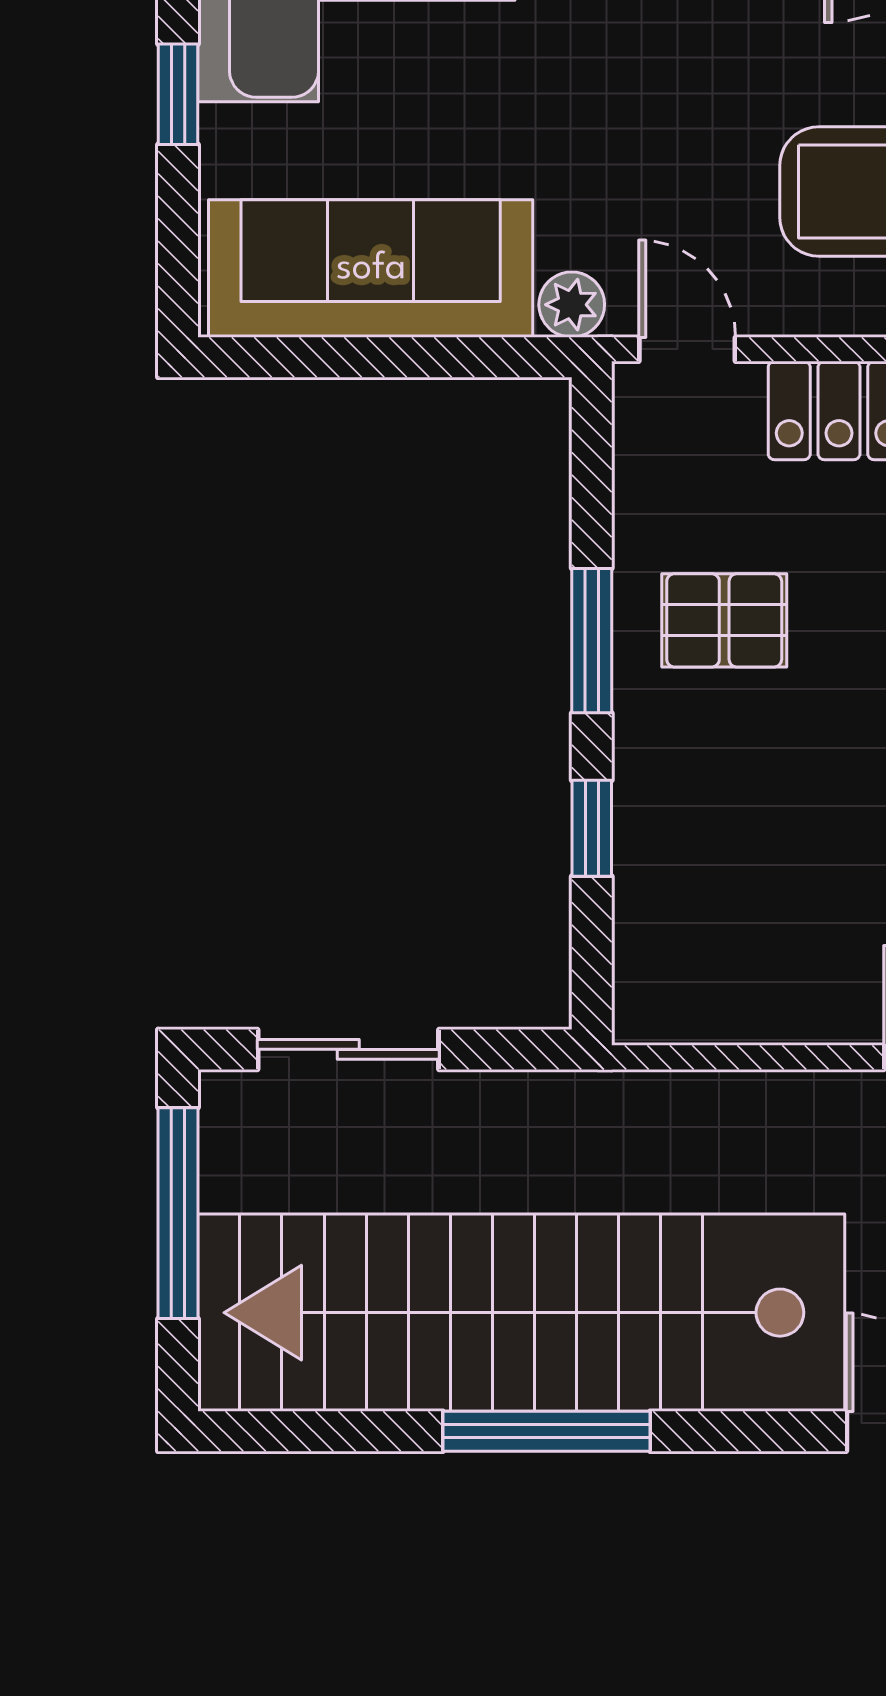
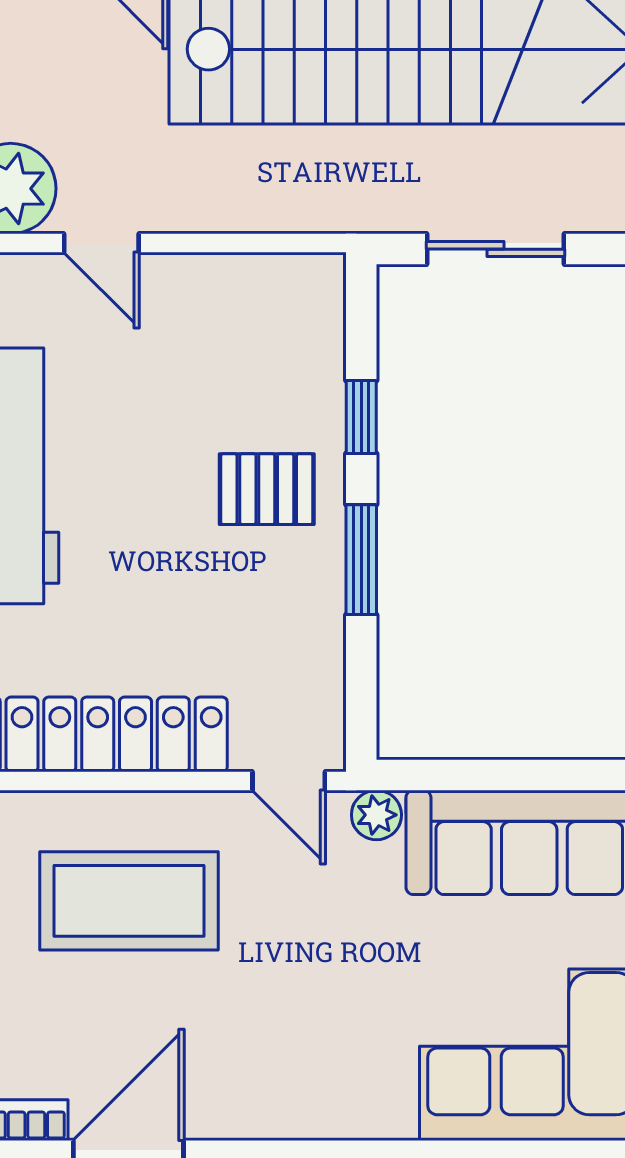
pallet: (724, 620) -> (267, 489), moved
sliding door: (348, 1049) -> (496, 249), moved

